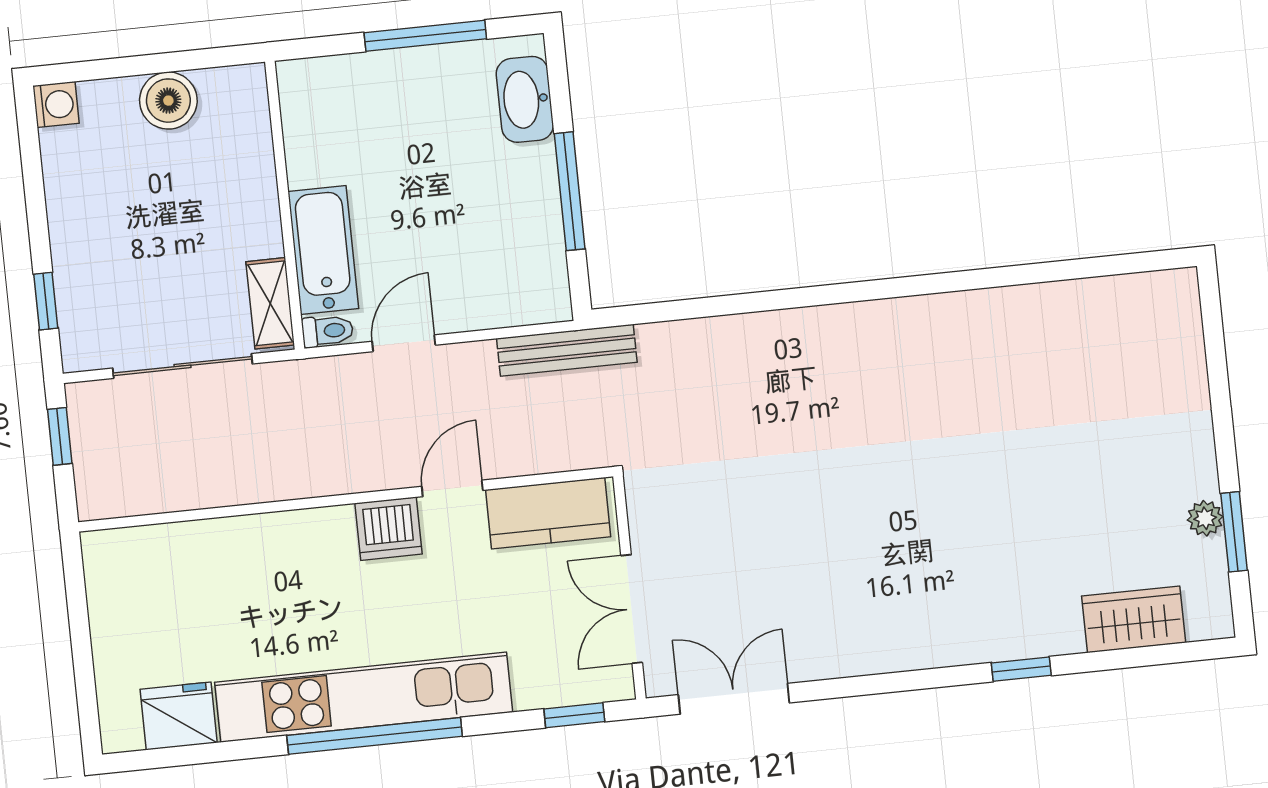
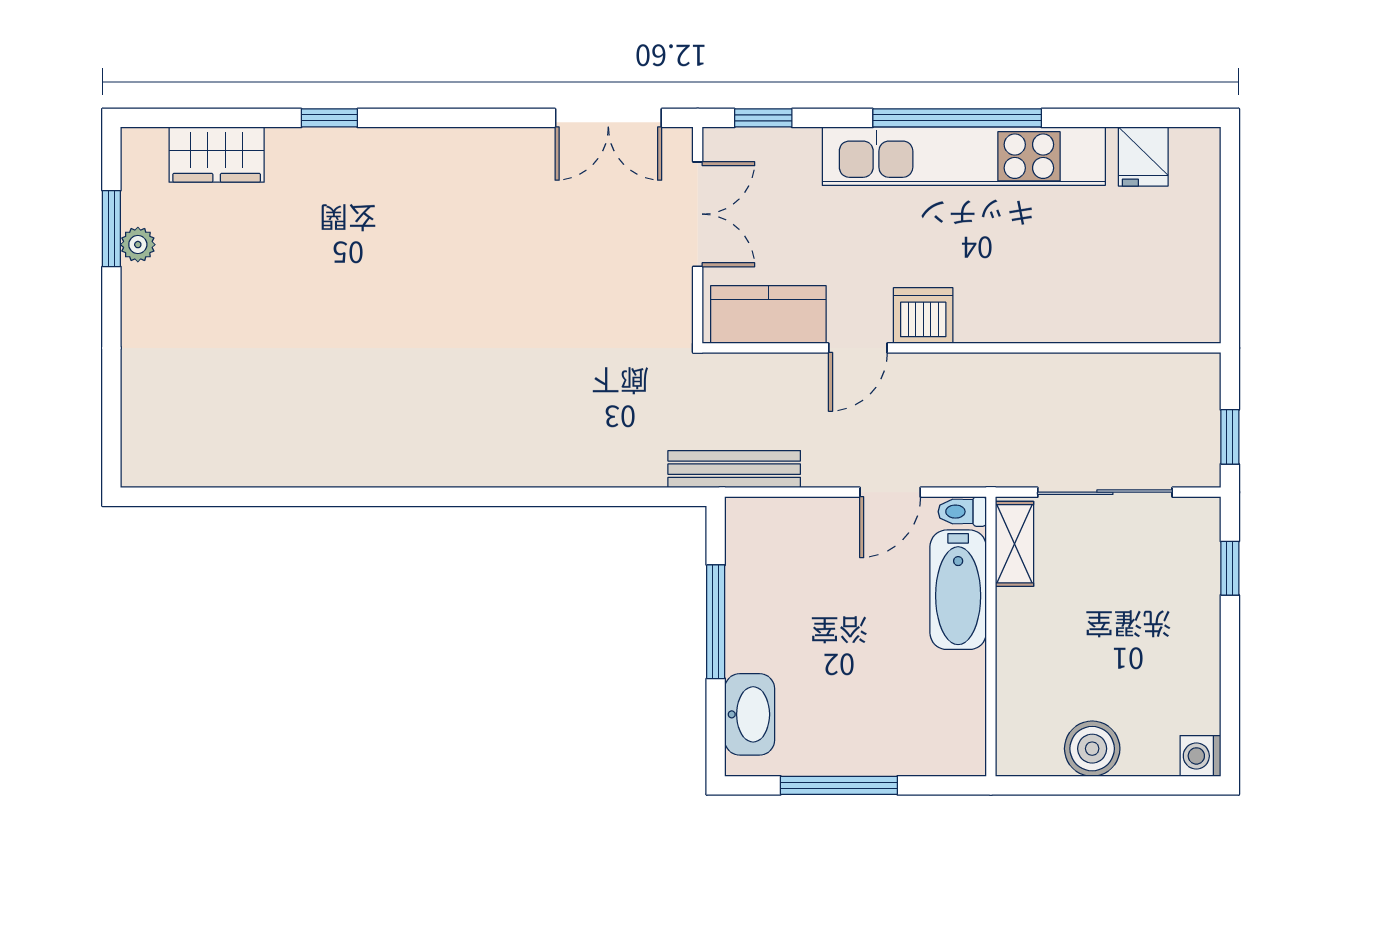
fridge: (179, 716) -> (1143, 157), width x0.72

